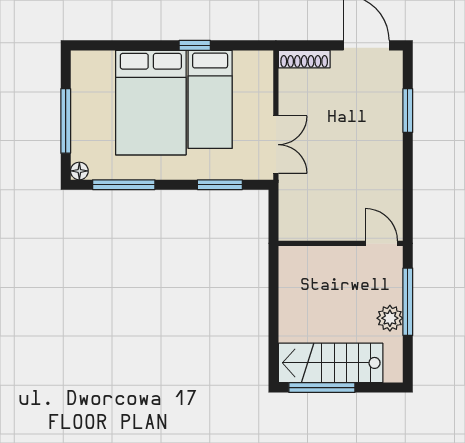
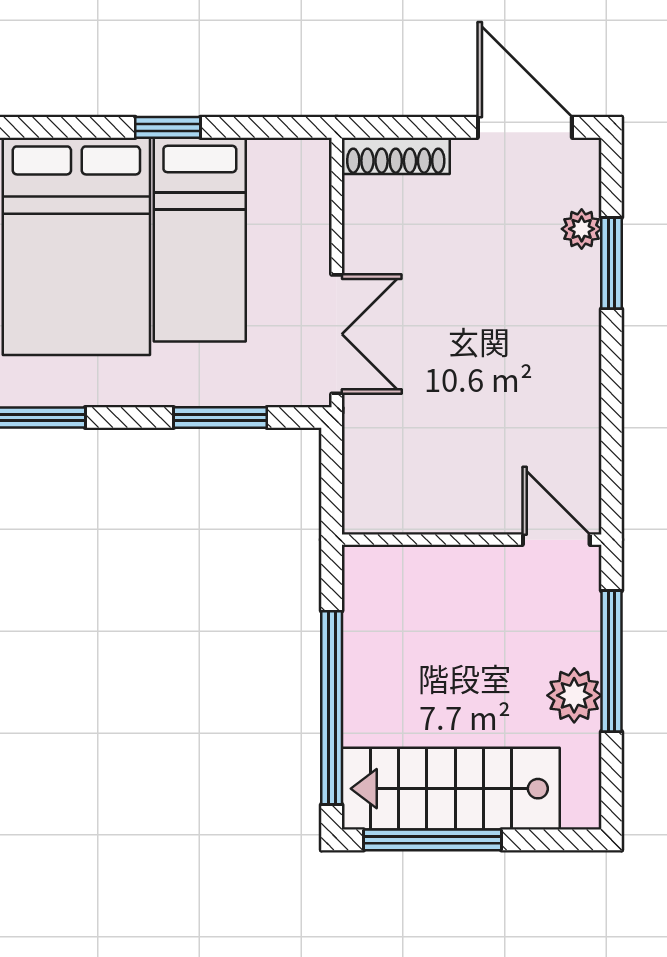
plant: (393, 94) -> (582, 229), added
window: (273, 324) -> (332, 708), added

